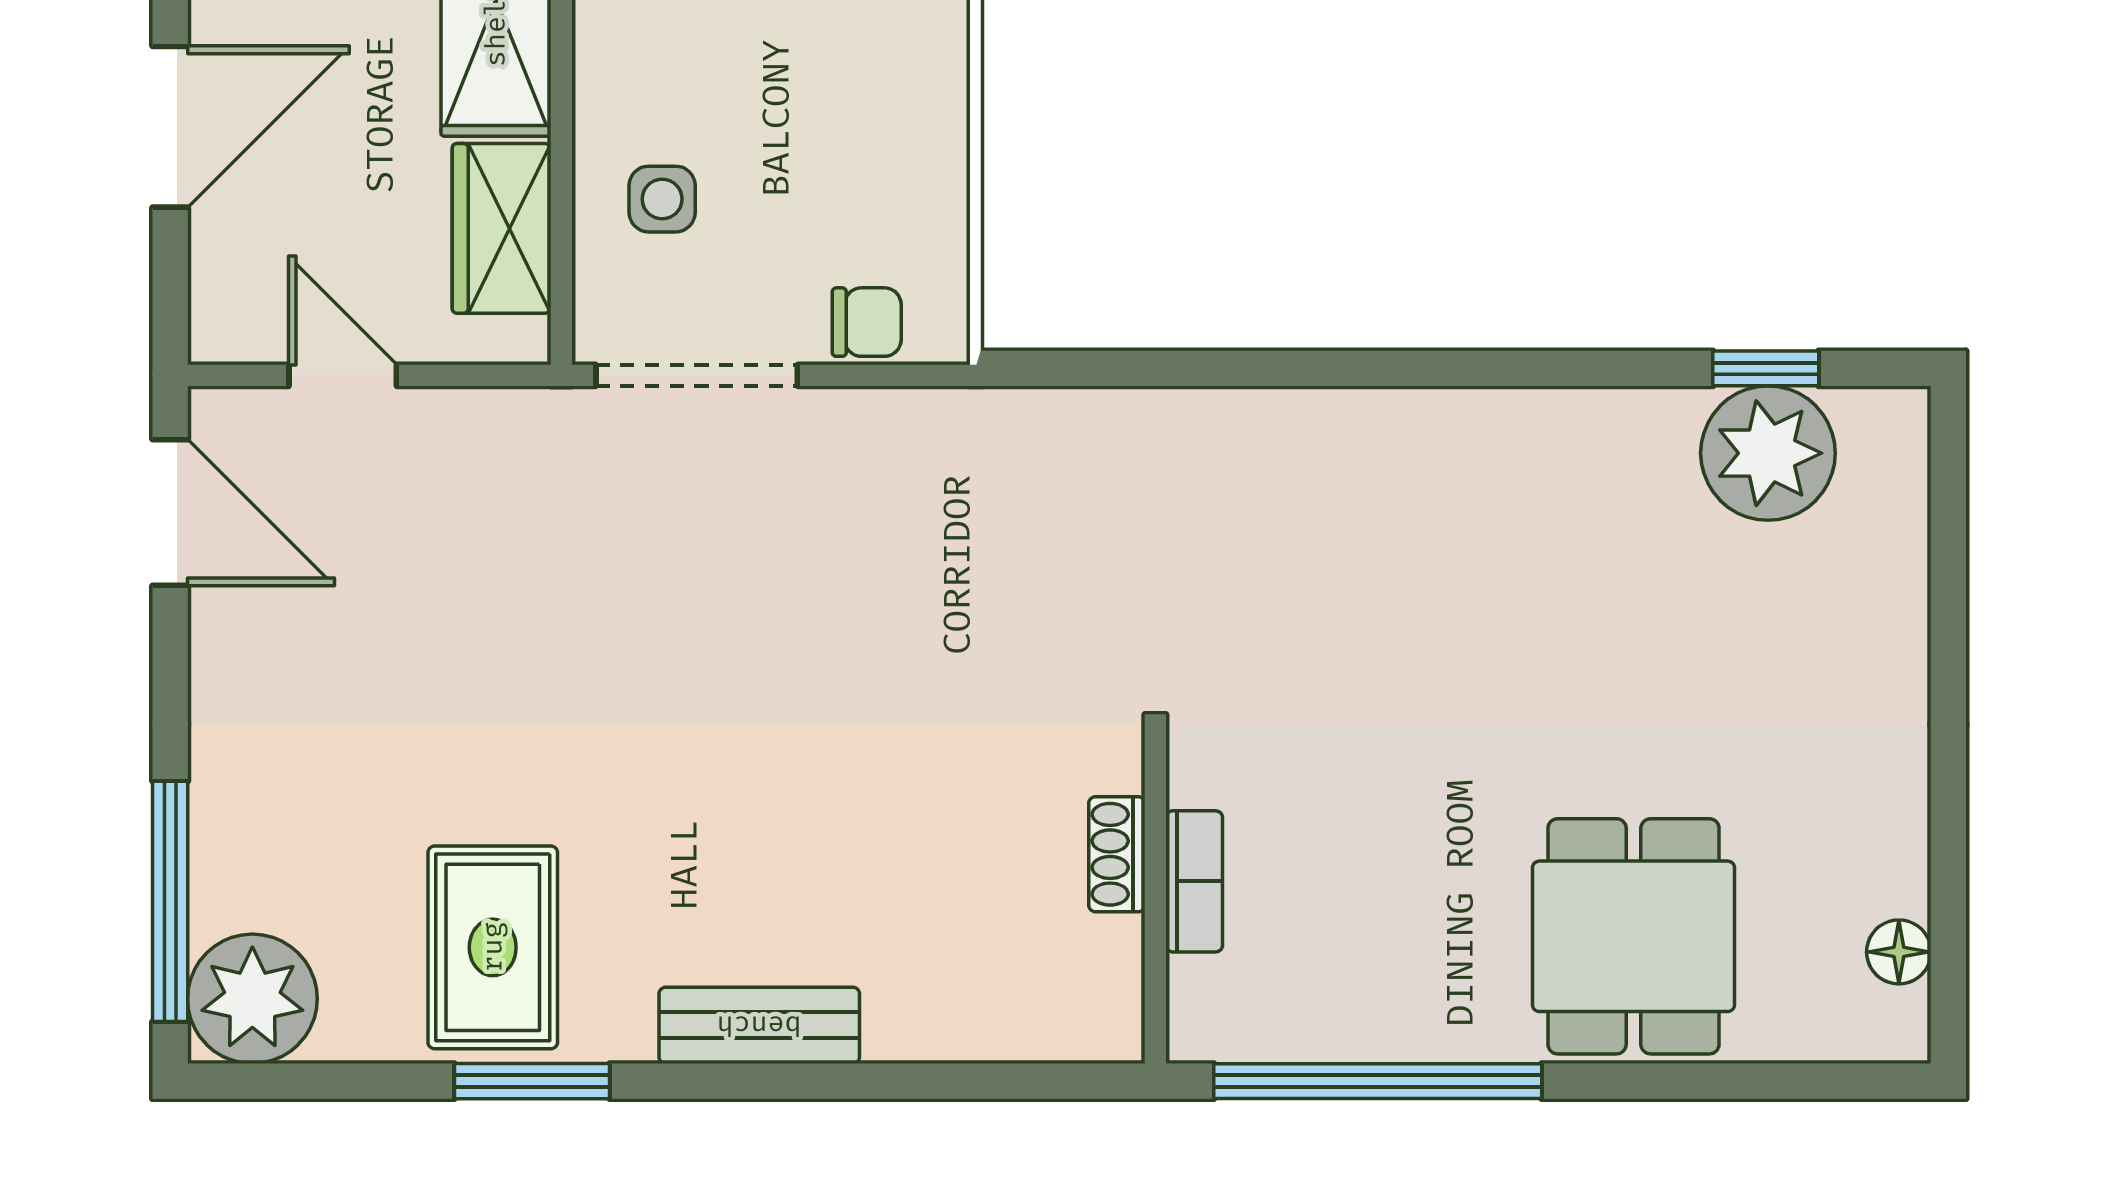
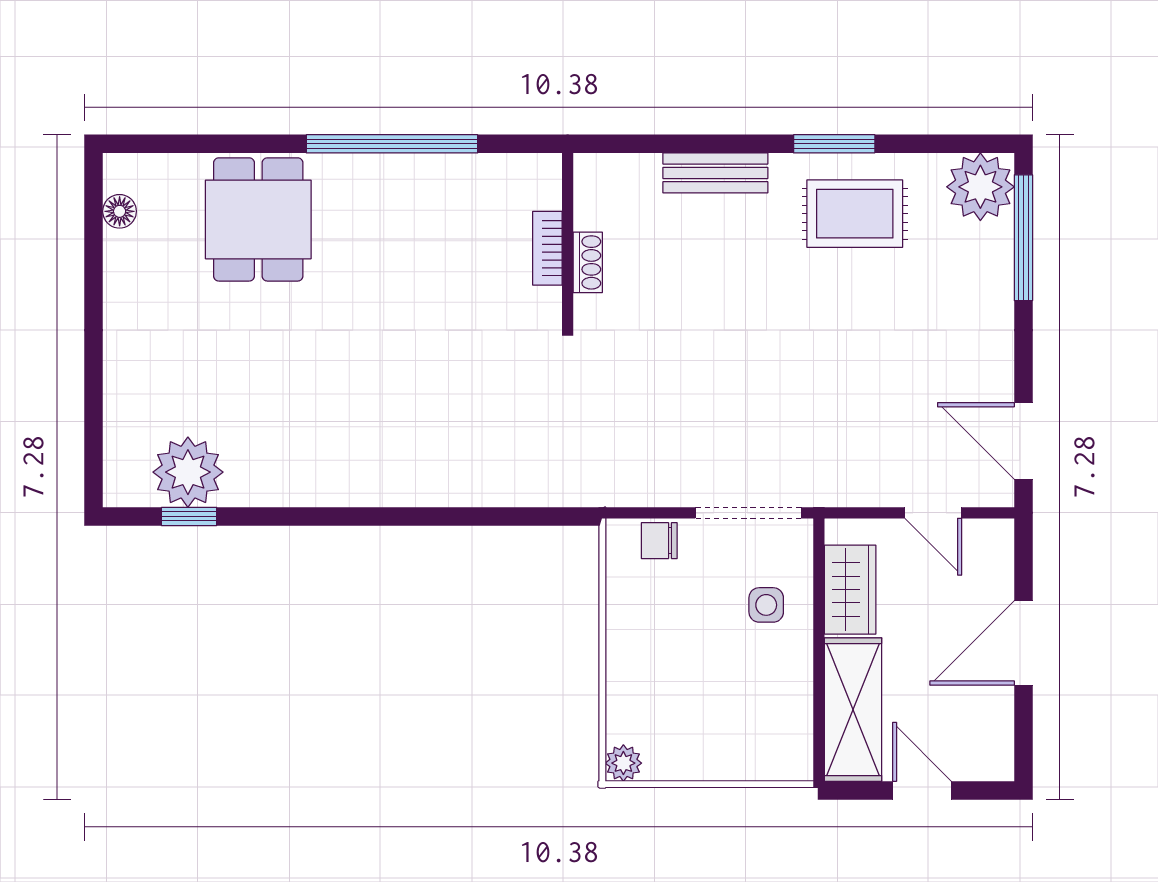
shoe rack: (1117, 854) -> (588, 262), moved
bookcase: (1194, 881) -> (547, 248), moved
wall: (1155, 899) -> (568, 239), moved
rug: (493, 947) -> (855, 214), turned 90

